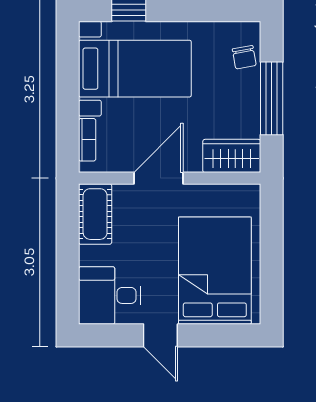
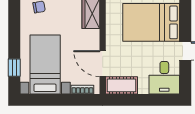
door: (158, 178) -> (103, 64), moved

